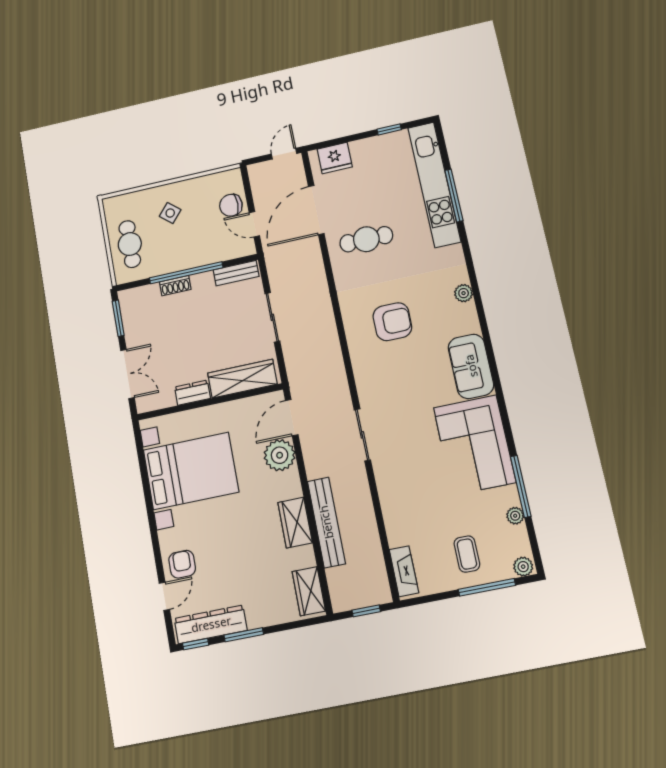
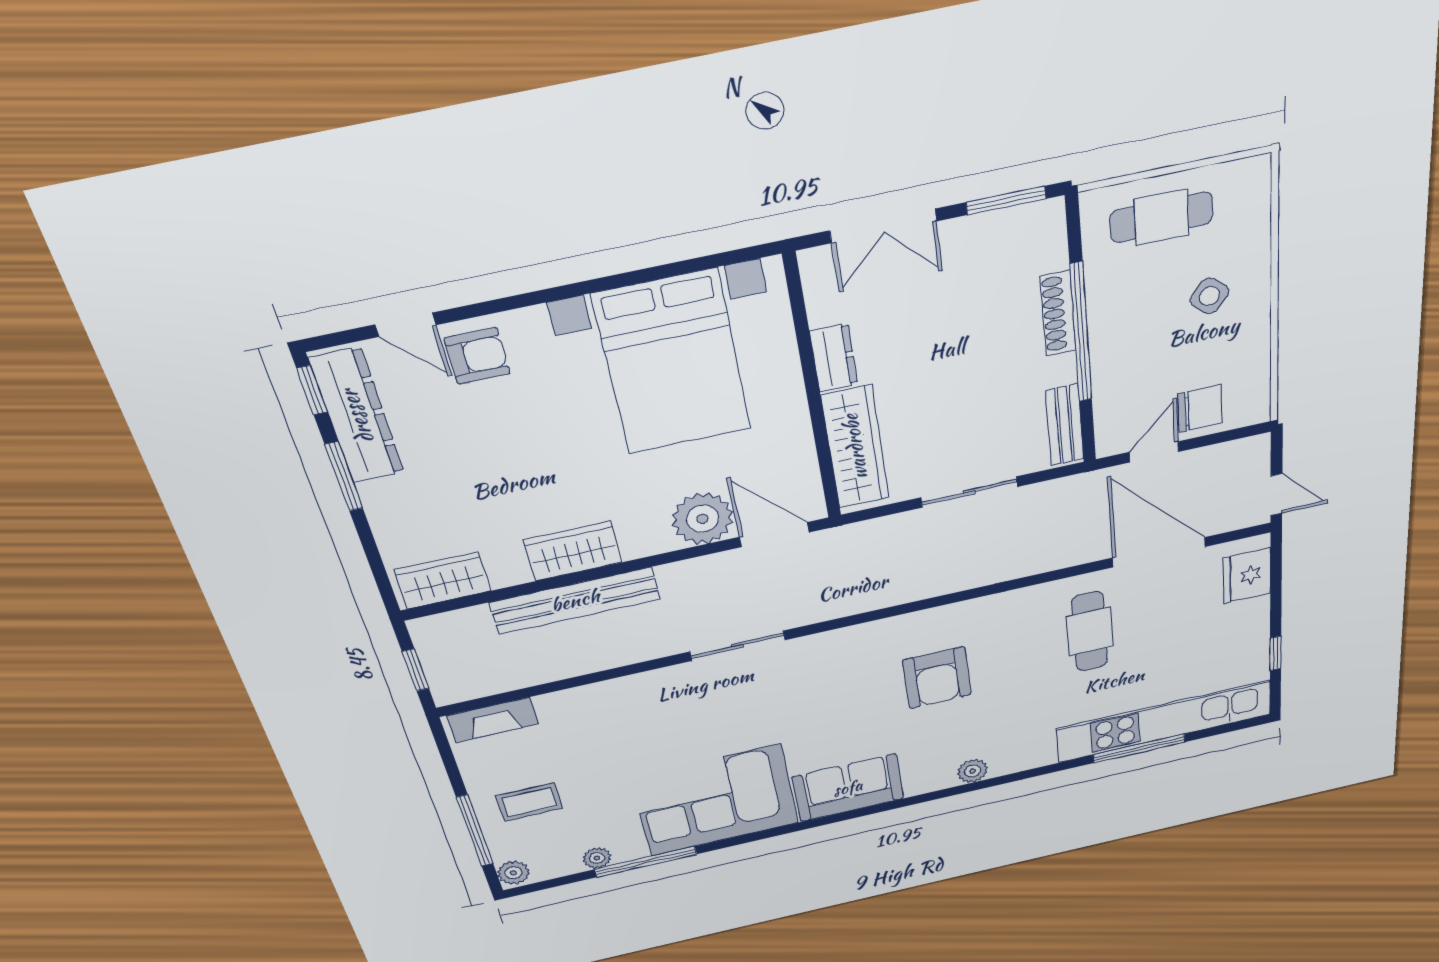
chair: (231, 205) -> (1200, 409), turned 90
shoe rack: (175, 286) -> (1058, 313), width x1.43

